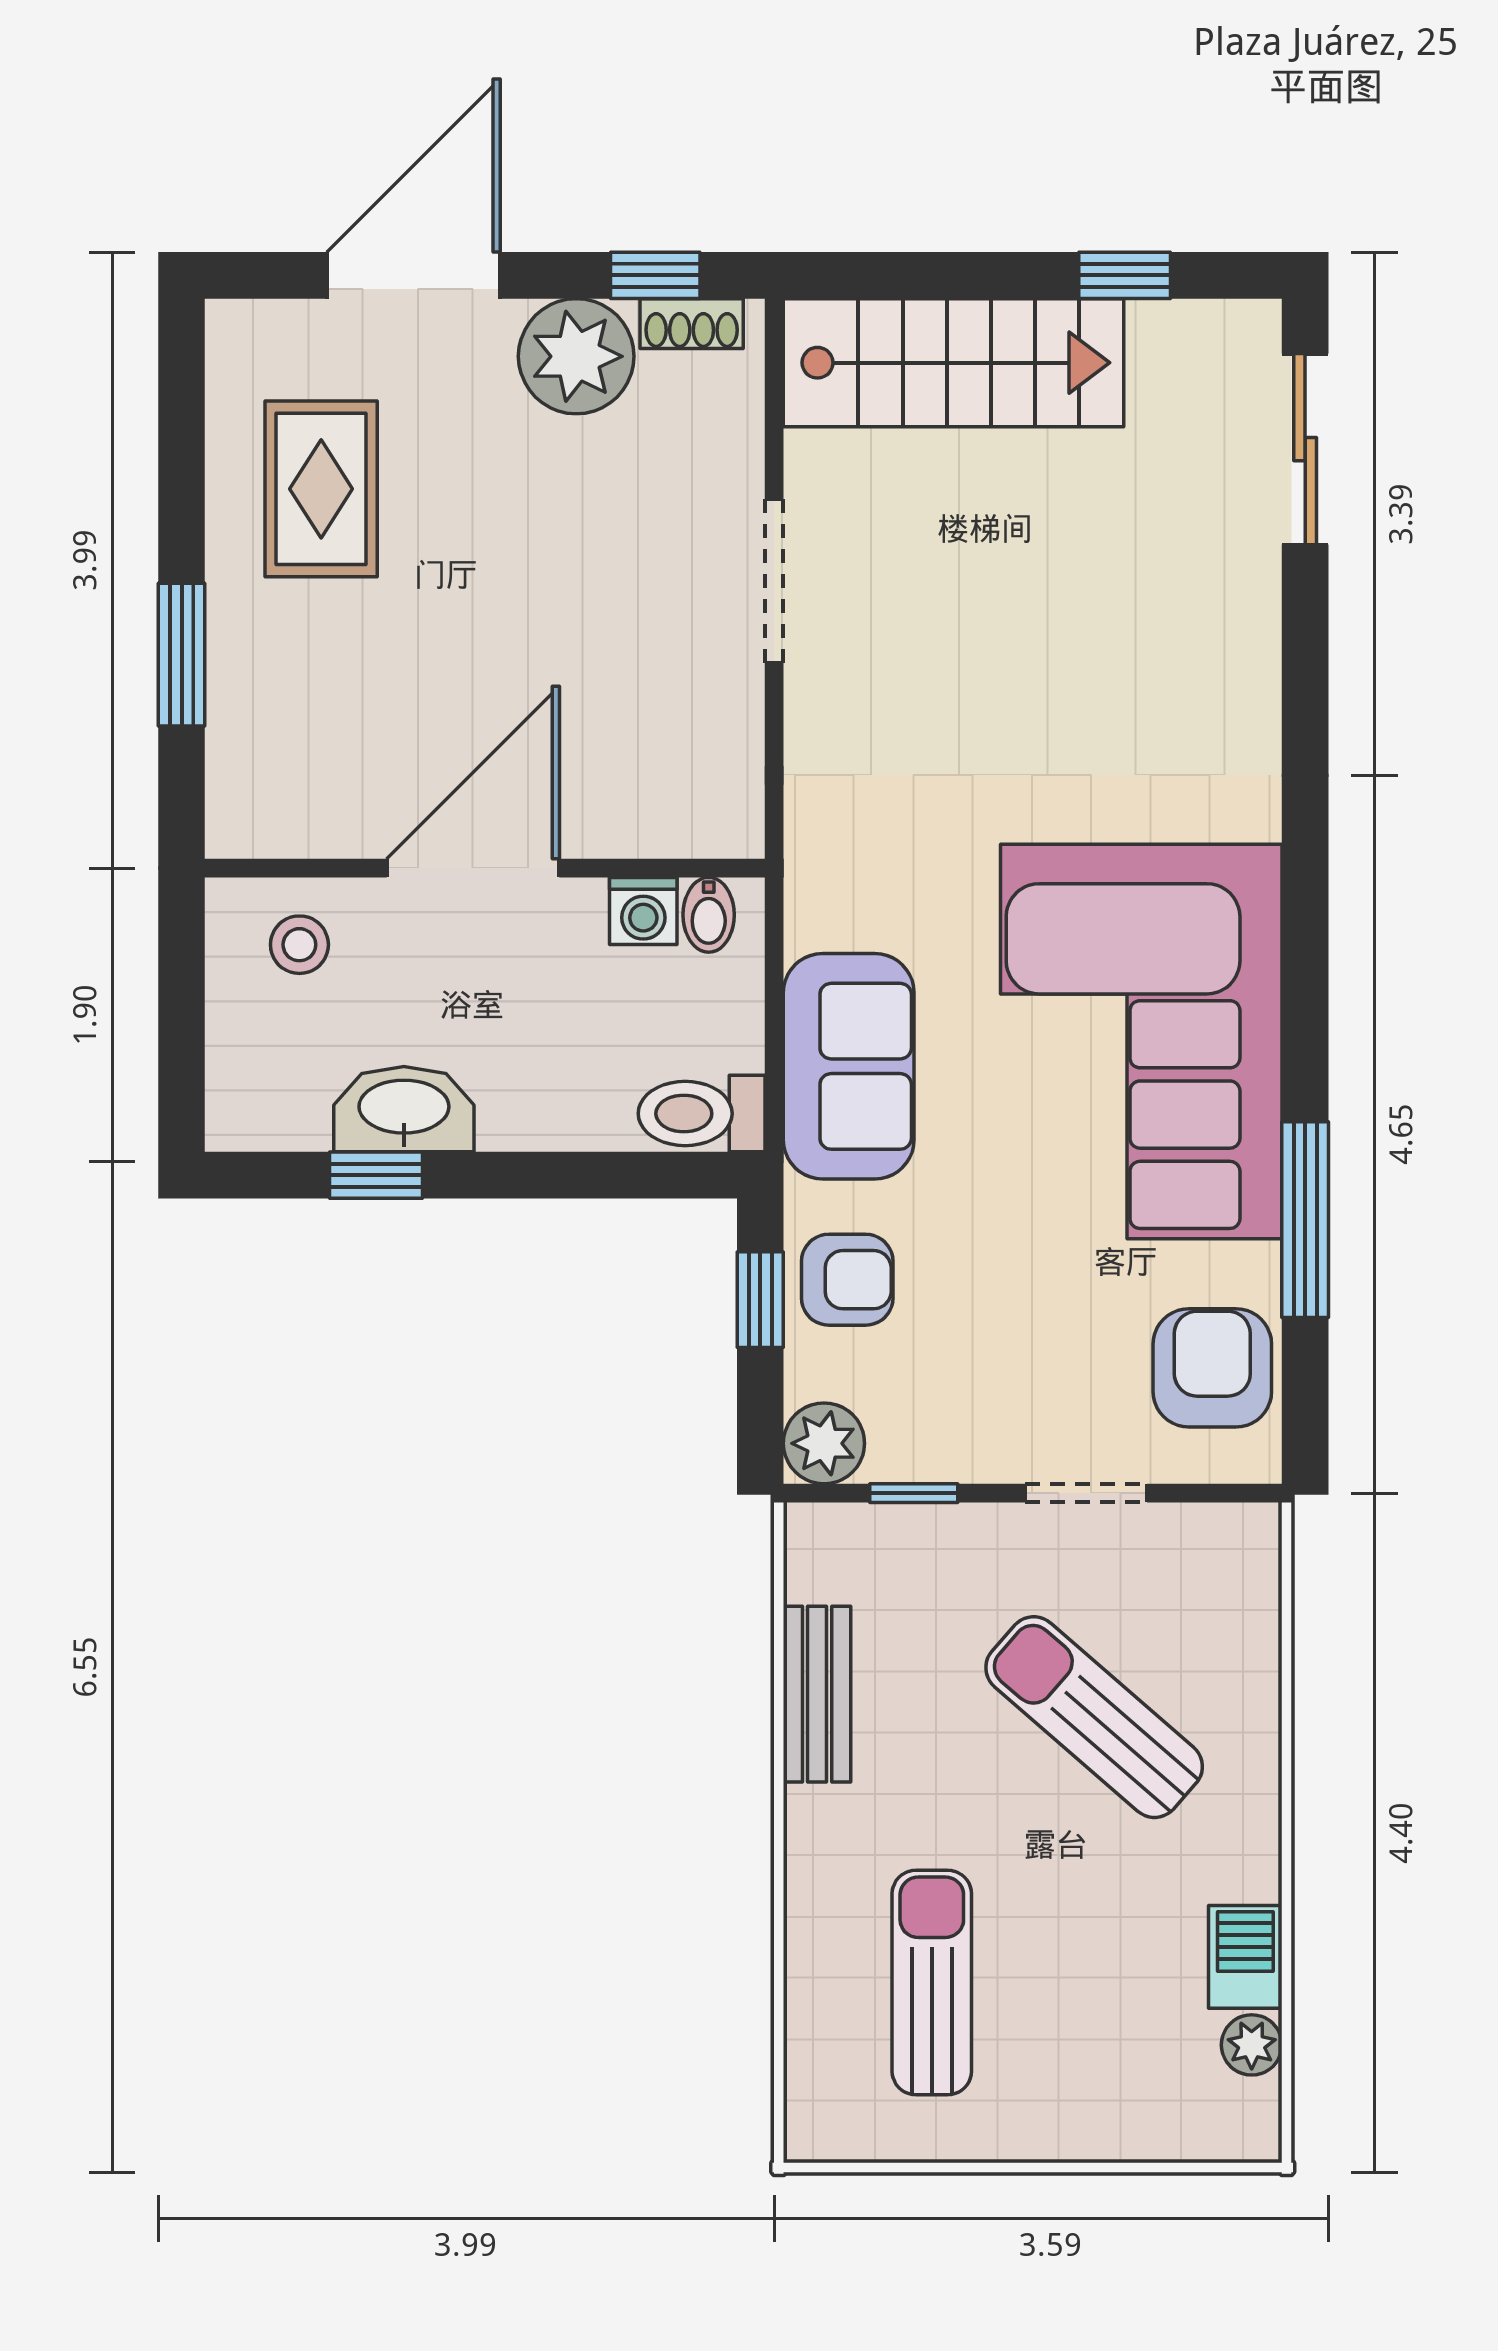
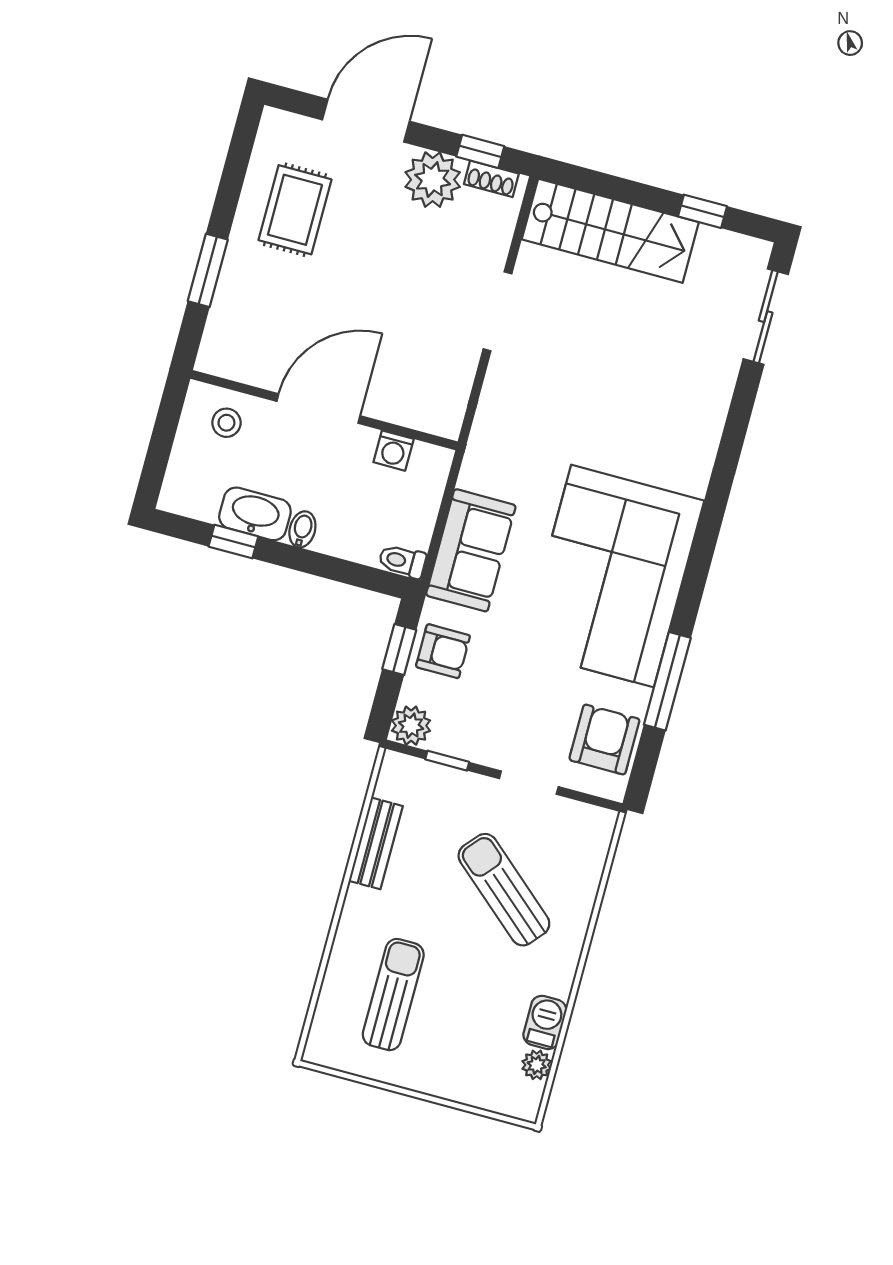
bidet: (709, 915) -> (302, 529), moved, turned 180
toilet: (702, 1114) -> (402, 561), width x0.73, depth x0.72

